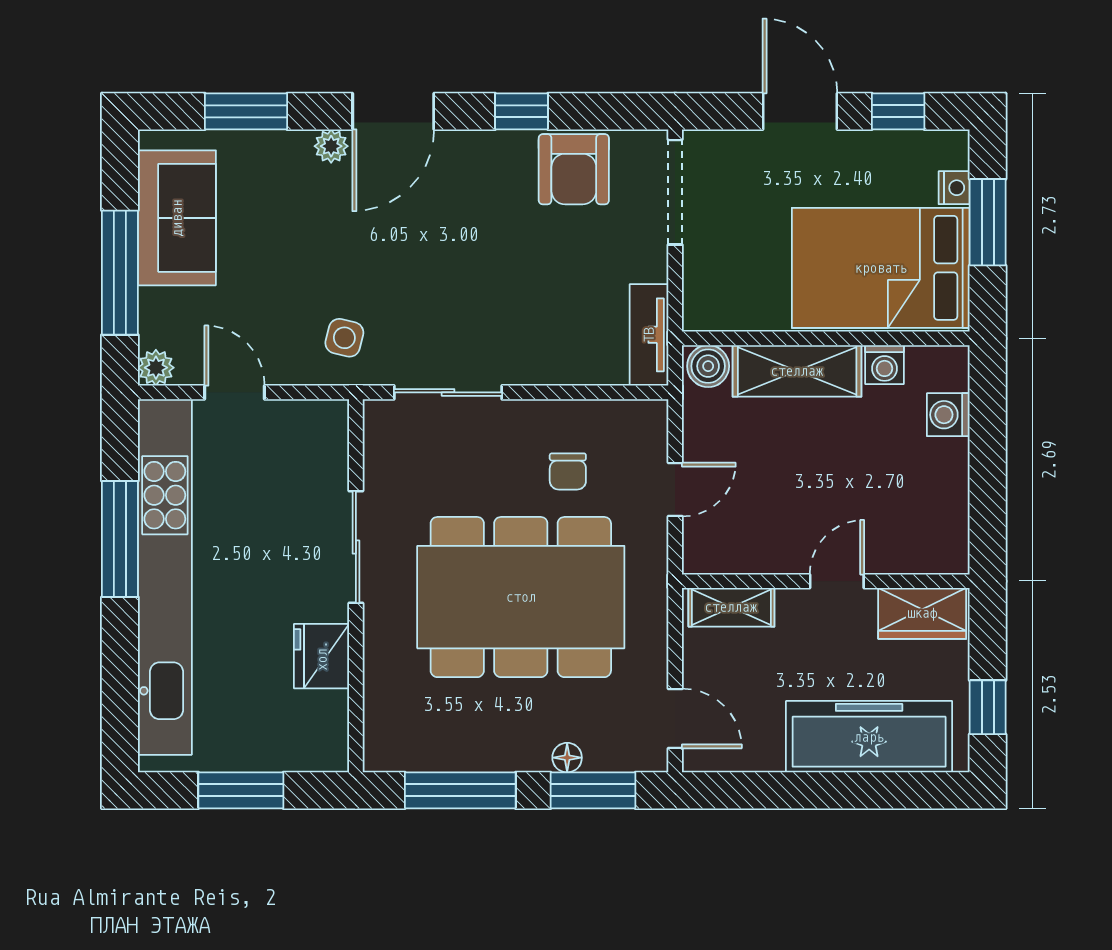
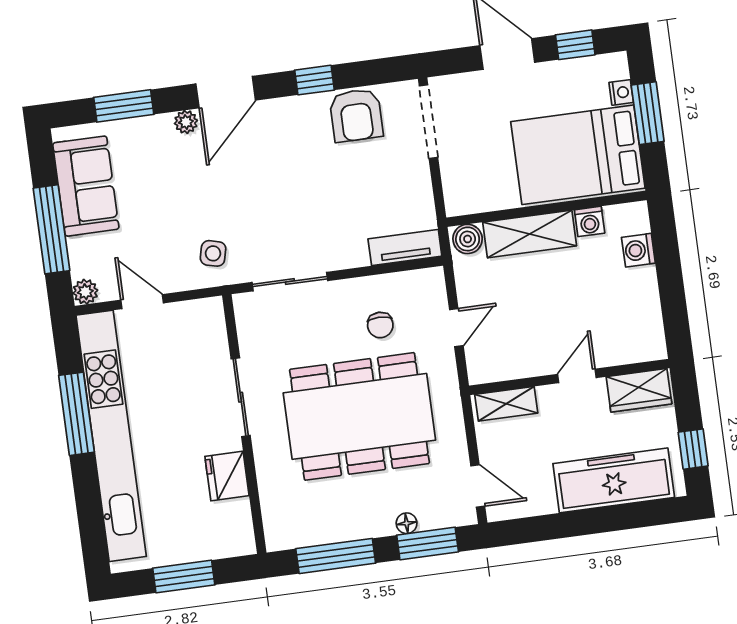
tv unit: (649, 335) -> (405, 248), moved, turned 90

